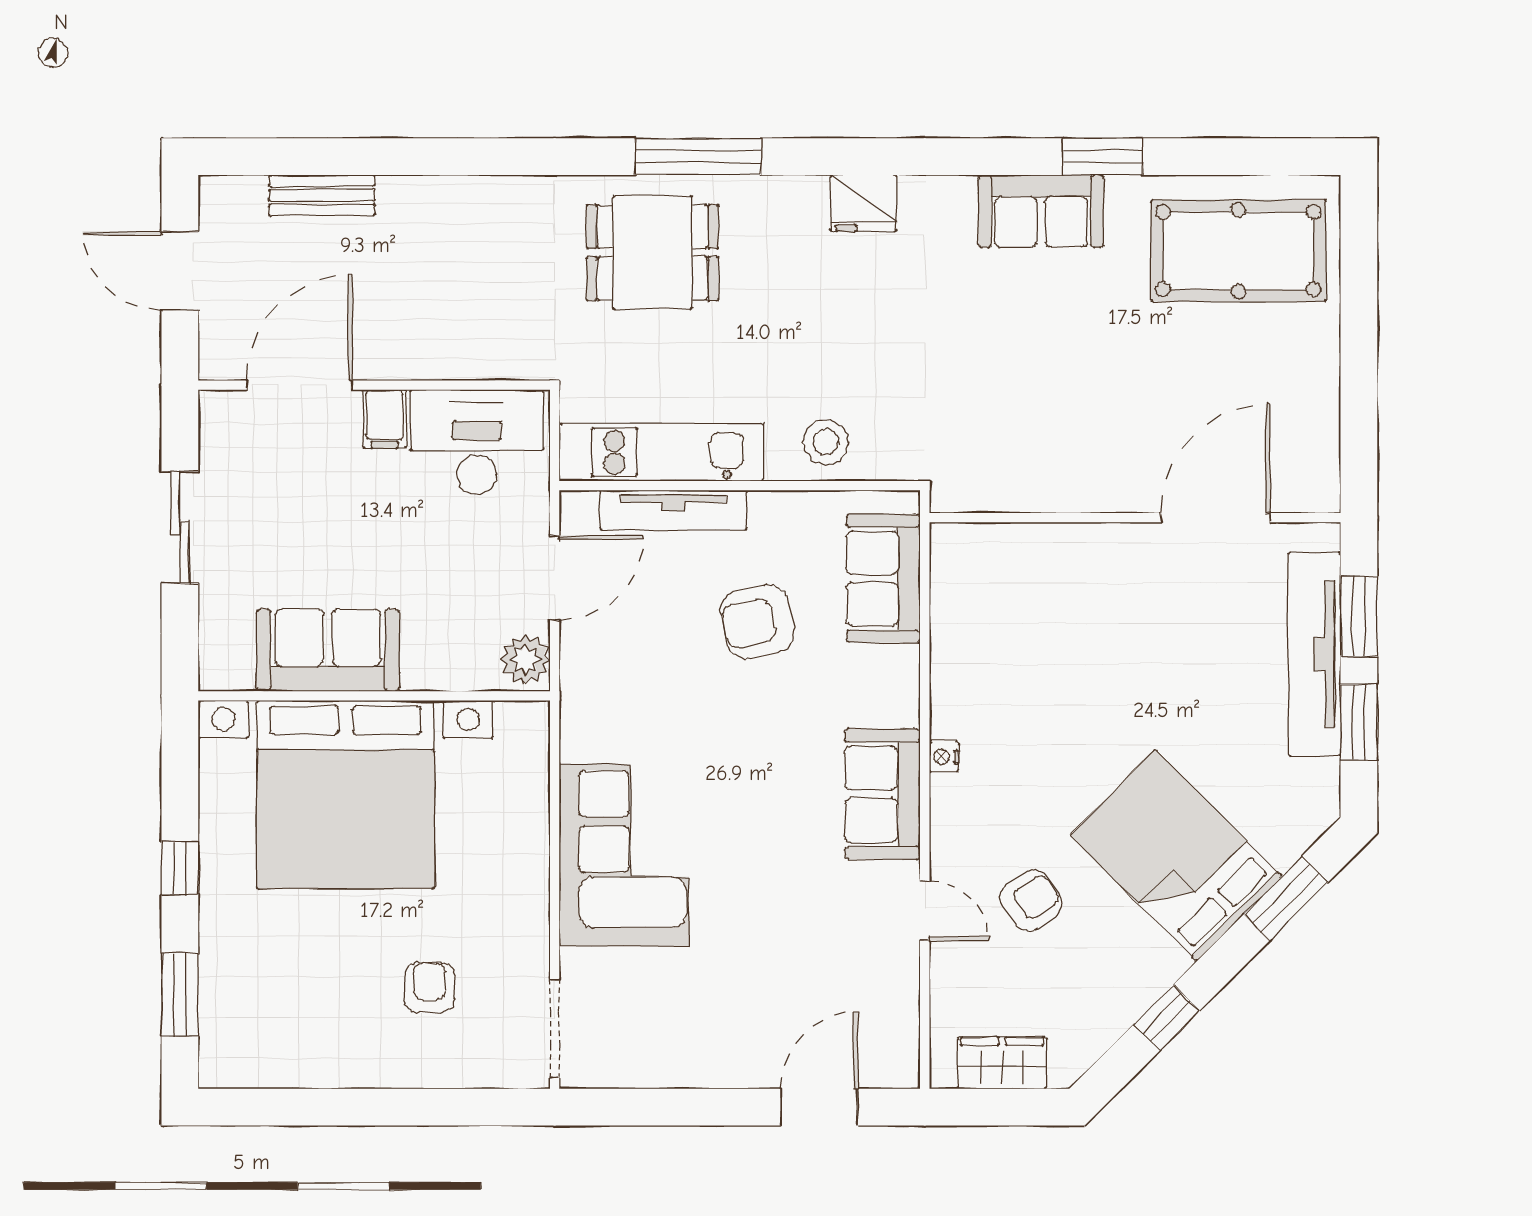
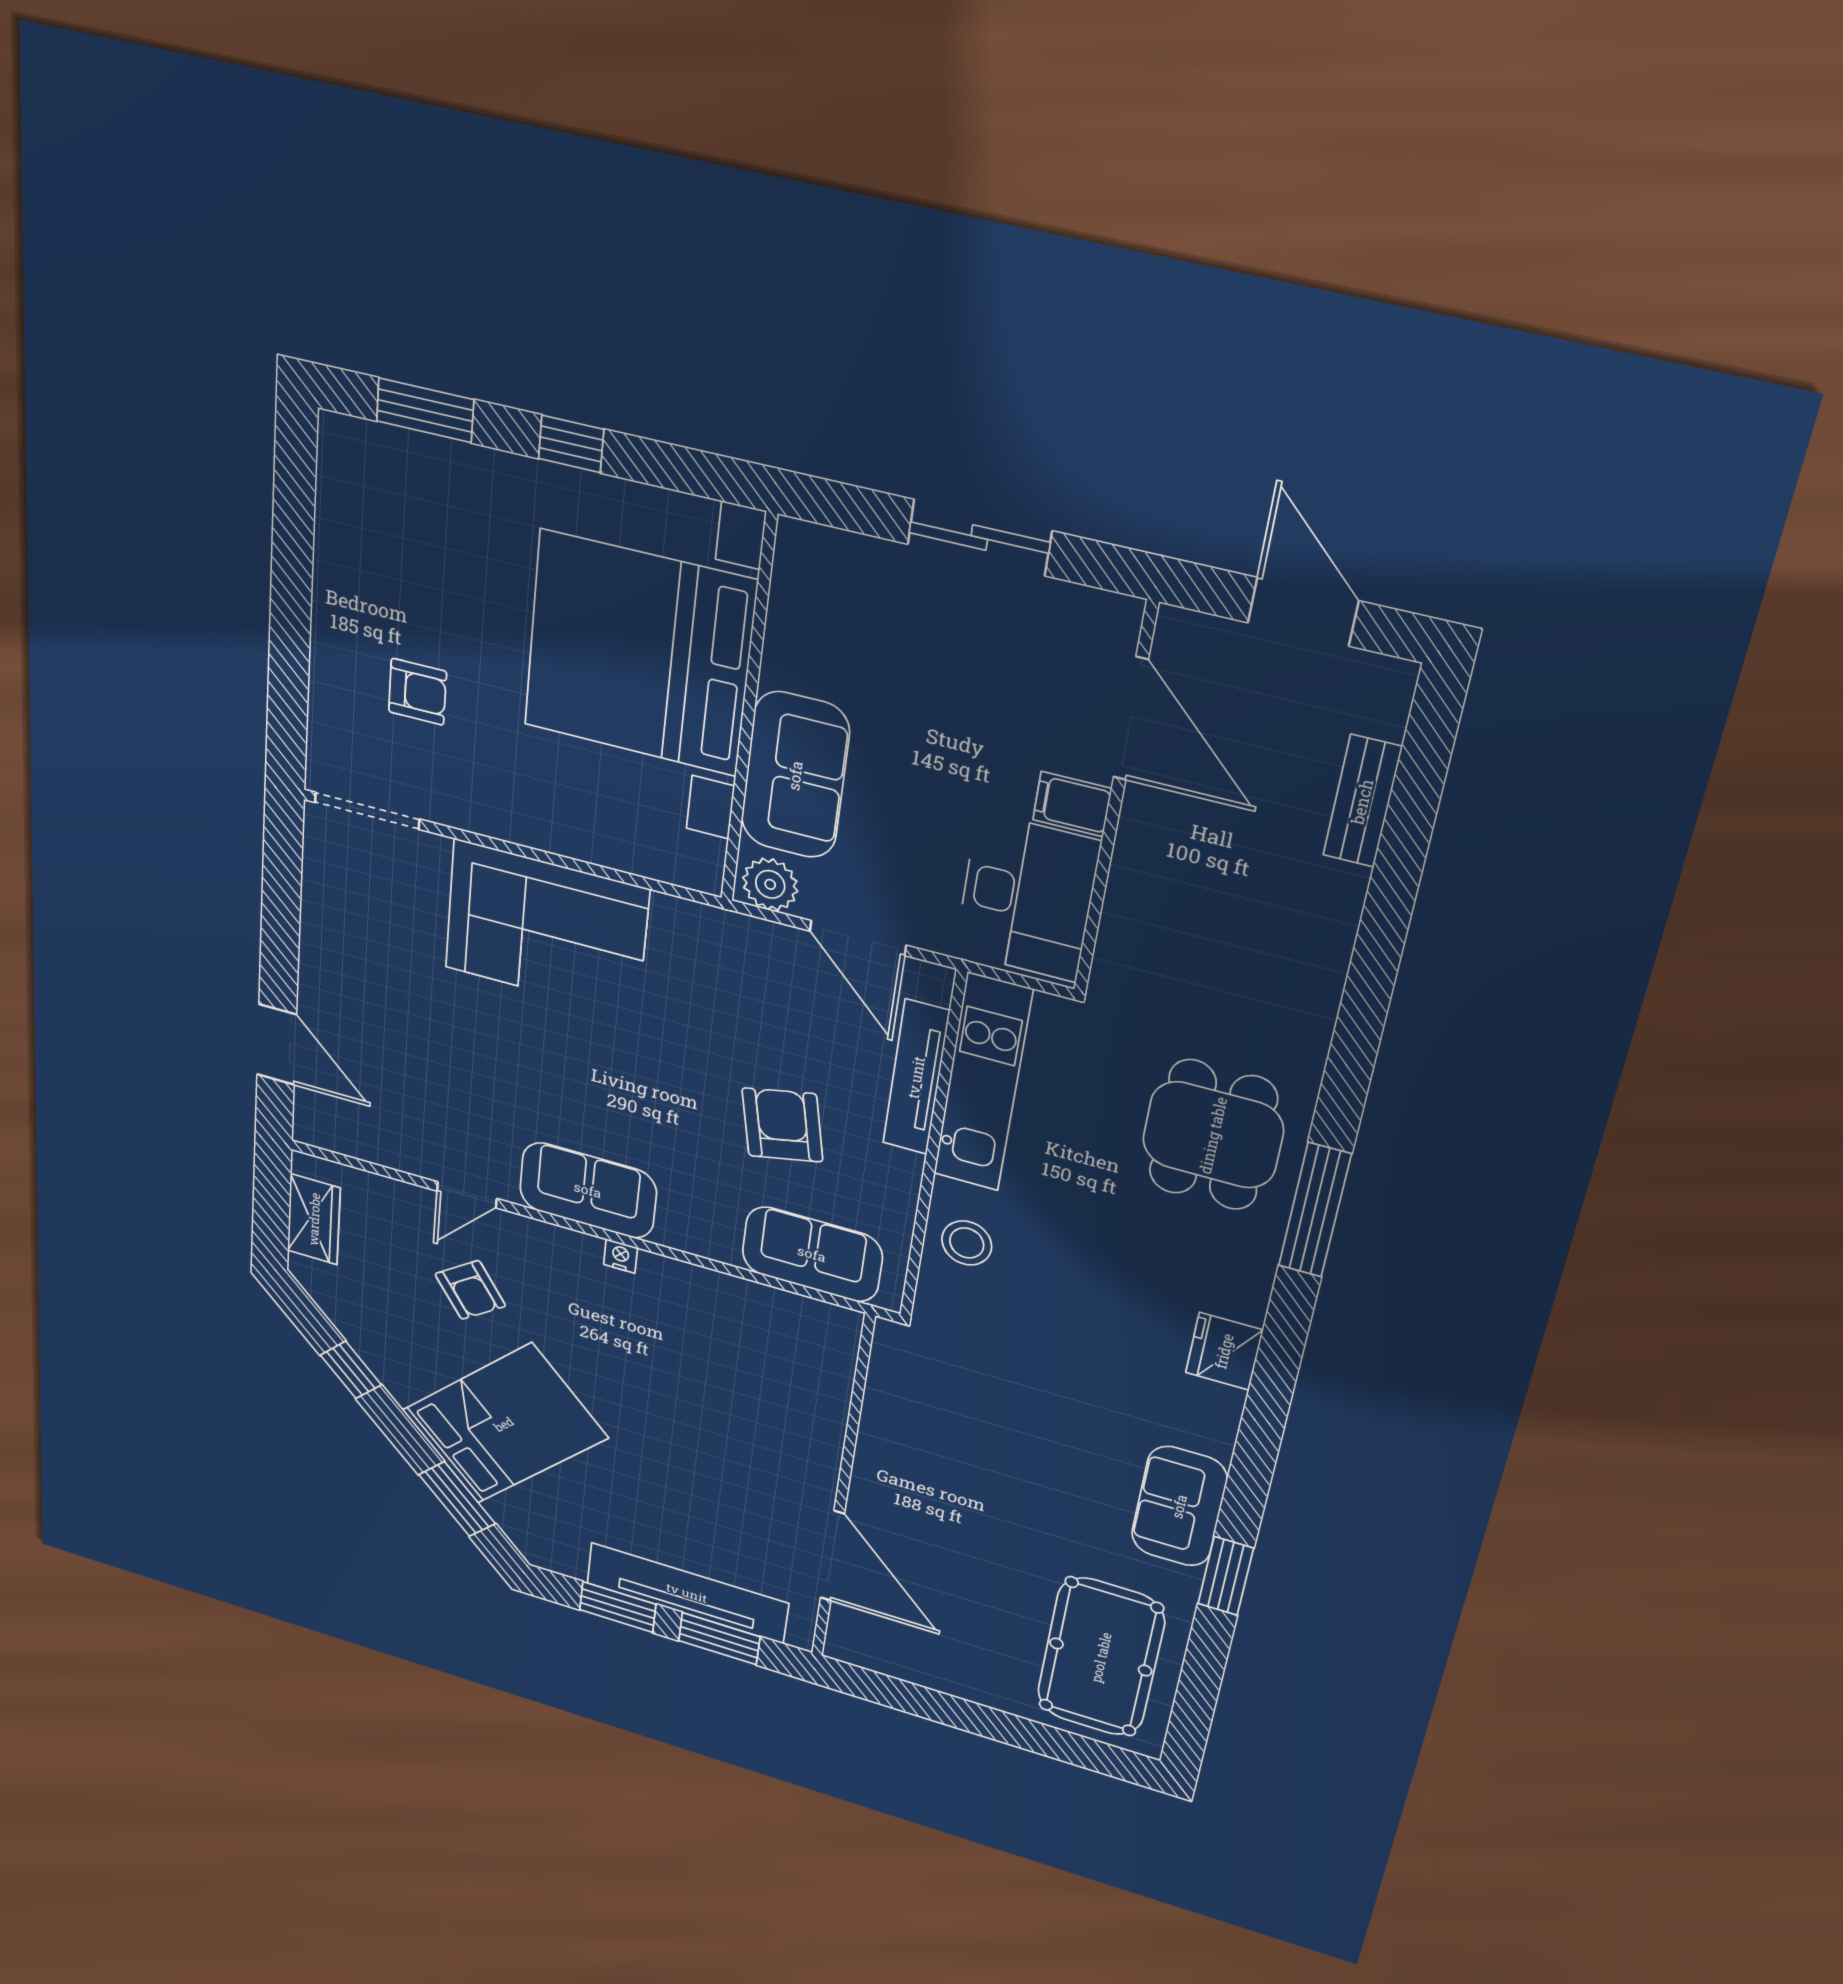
door: (180, 271) -> (1303, 612), hinge flipped
sofa: (328, 650) -> (795, 775), moved

